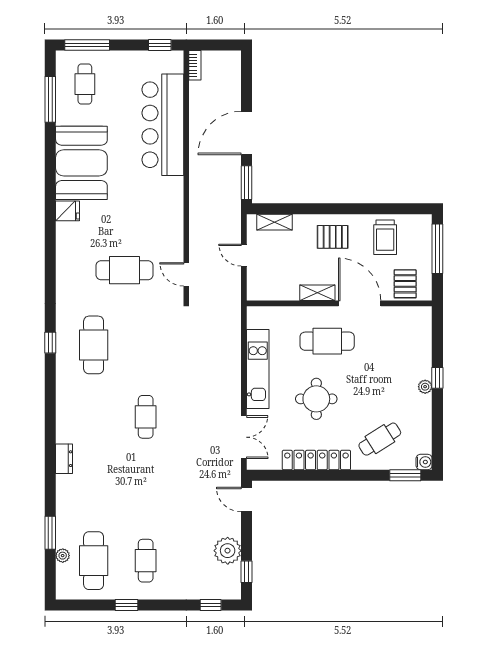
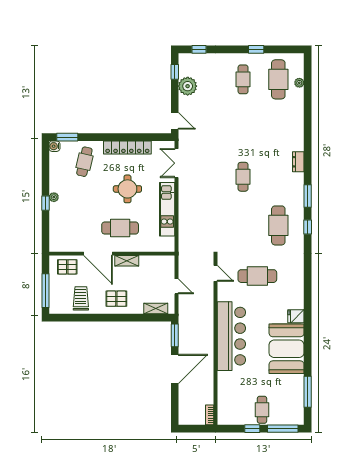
window: (160, 45) -> (252, 429), moved
cafe table: (85, 84) -> (262, 410), moved
bar counter: (163, 125) -> (231, 336), moved
pallet: (405, 284) -> (67, 267), turned 90
cafe table: (380, 439) -> (84, 162), turned -45
dresser: (64, 459) -> (298, 162), moved
window: (50, 533) -> (308, 196), moved

